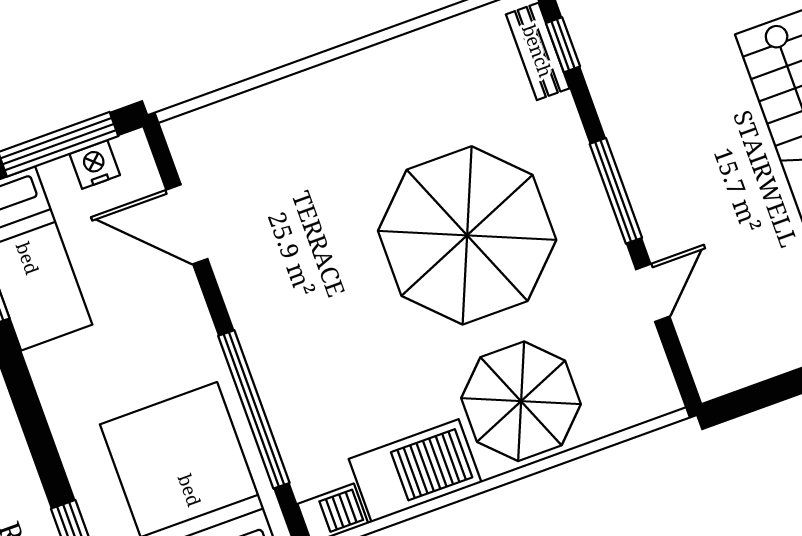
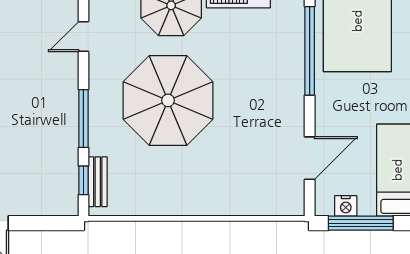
window: (616, 191) -> (83, 118), moved
door: (187, 224) -> (310, 158), hinge flipped

